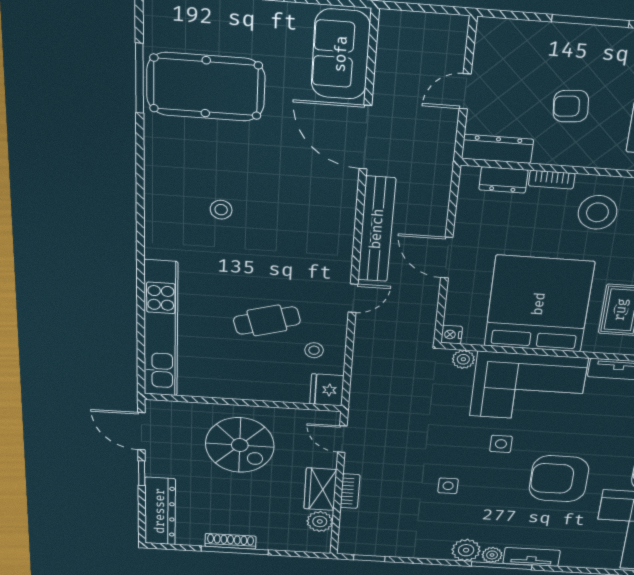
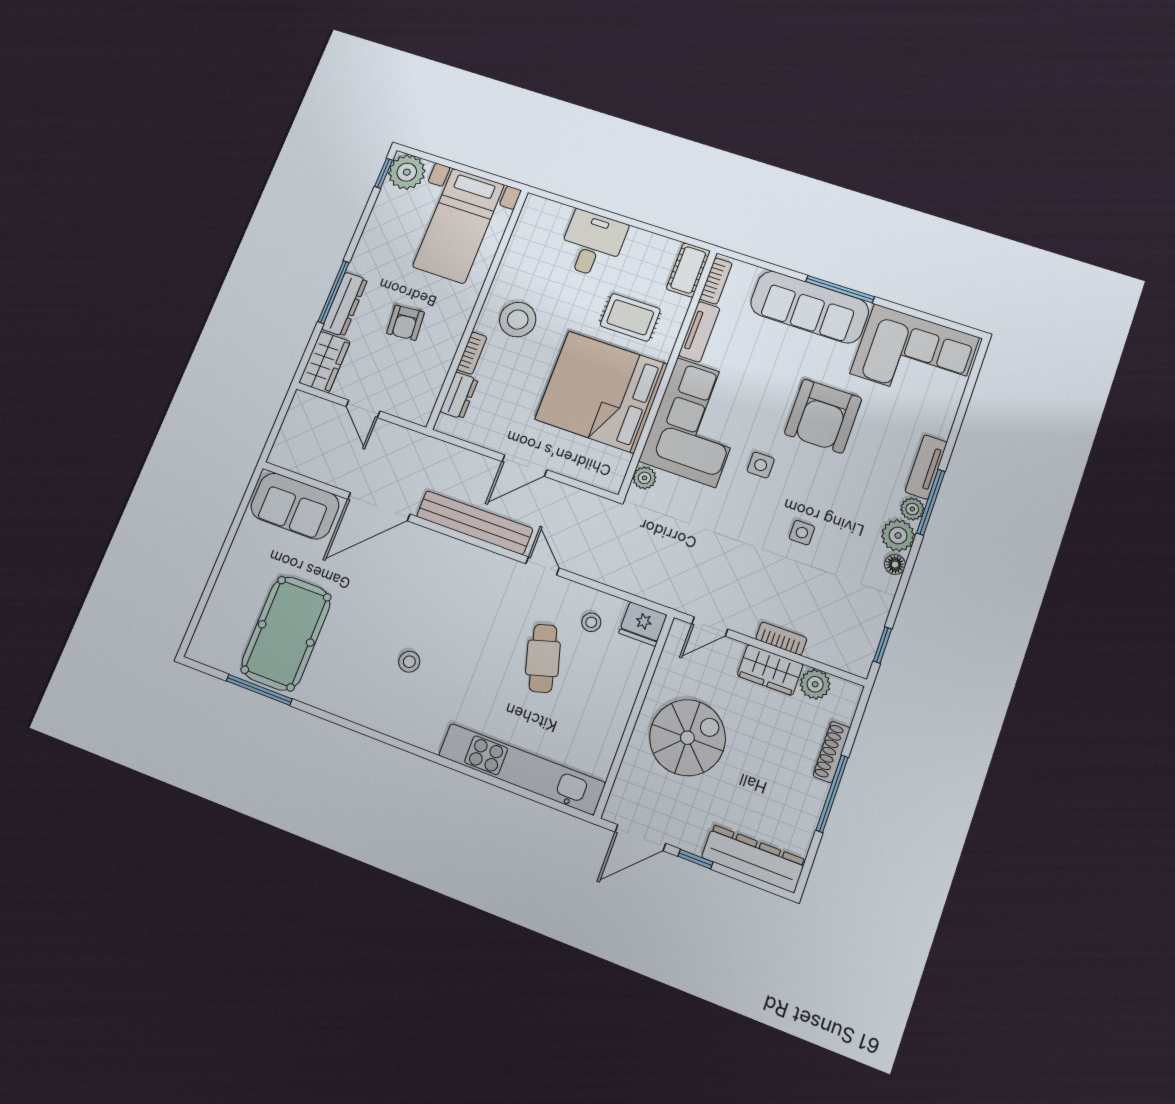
wardrobe: (507, 36) -> (325, 362), added
dresser: (497, 149) -> (345, 304), moved, turned 180
nightstand: (452, 335) -> (612, 482), removed
shoe rack: (230, 541) -> (832, 752), moved
floor lamp: (440, 553) -> (895, 564), added

